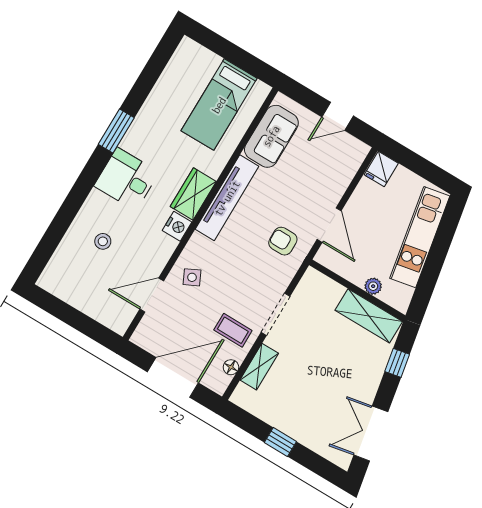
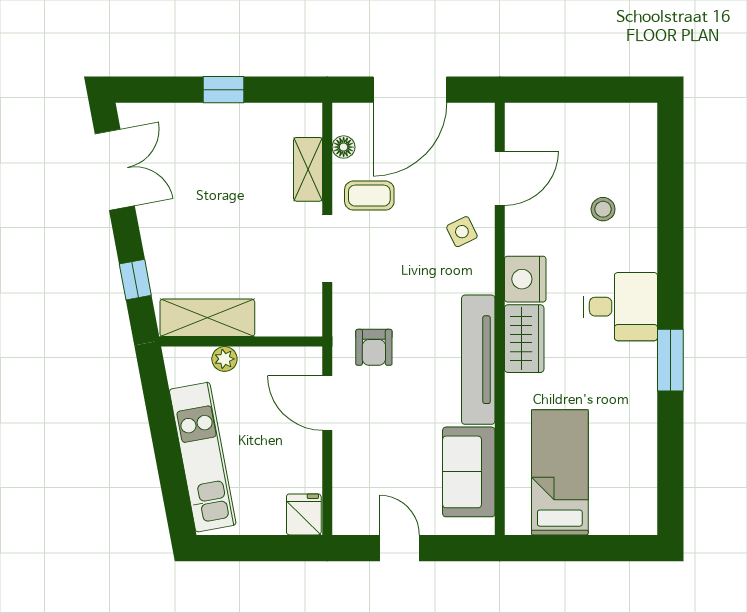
door: (338, 116) -> (400, 548), hinge flipped
nightstand: (177, 226) -> (525, 279), width x1.36, depth x1.33
armchair: (283, 241) -> (374, 347), turned 90

